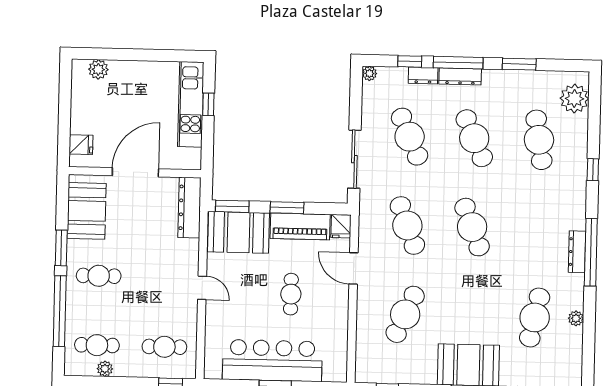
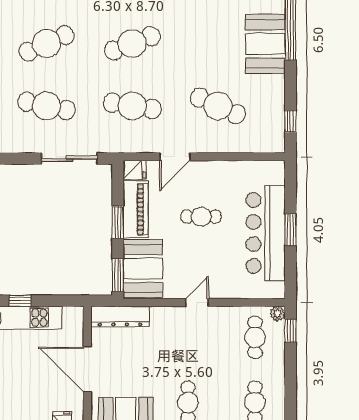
cafe table: (410, 137) -> (46, 106), turned 36
cafe table: (407, 225) -> (132, 106), turned 30
plant: (105, 369) -> (277, 314), moved

